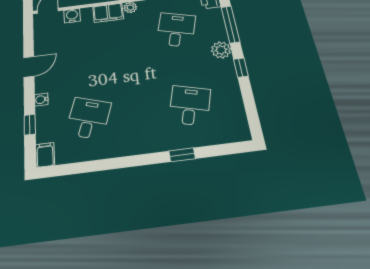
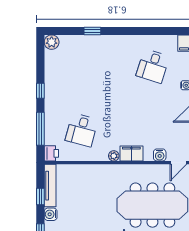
plant: (221, 50) -> (52, 42), moved
desk: (190, 106) -> (82, 66), removed

